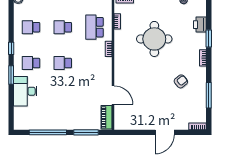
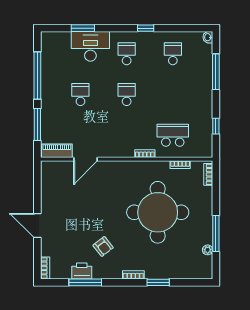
printer: (200, 25) -> (82, 271), moved
school desk: (63, 27) -> (80, 94), moved
round table: (154, 39) -> (158, 212), width x1.36, depth x1.36
window: (11, 75) -> (83, 28), moved

